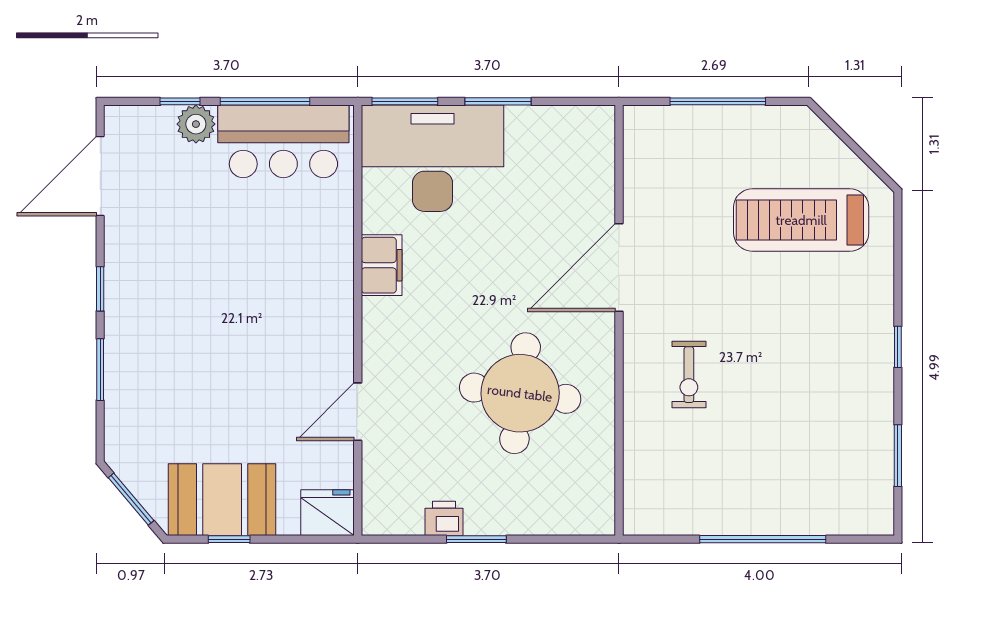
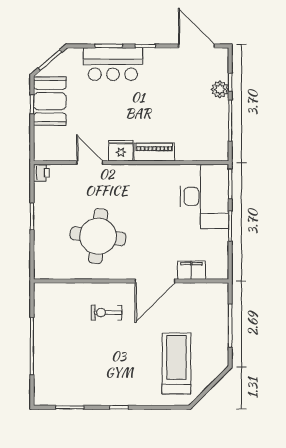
bar counter: (283, 141) -> (113, 64), moved, turned -90
filing cabinet: (382, 265) -> (191, 270), moved, turned 180
door: (619, 267) -> (155, 281), swing flipped
piano: (334, 269) -> (154, 152), added
fridge: (328, 513) -> (121, 151), moved, turned -90
printer: (444, 518) -> (41, 173), moved

